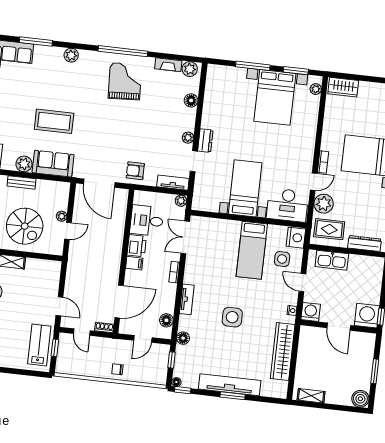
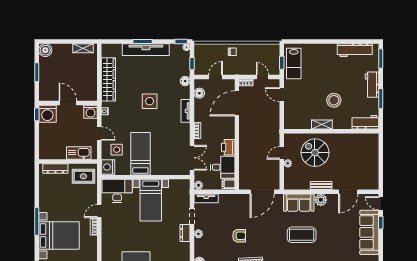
armchair: (135, 171) -> (239, 236), moved
door: (99, 183) -> (262, 192), swing flipped
plant: (324, 204) -> (90, 195), removed
filing cabinet: (134, 263) -> (229, 184), moved

